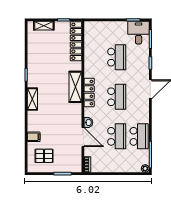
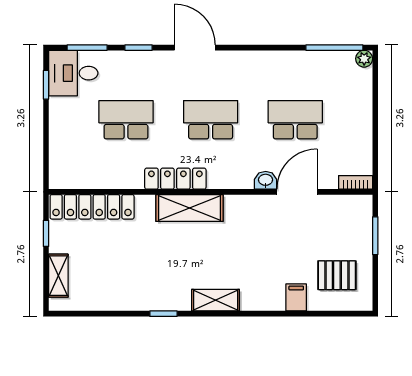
locker: (89, 93) -> (175, 179), moved
school desk: (139, 136) -> (295, 72), removed
pallet: (44, 156) -> (337, 275), turned 90

